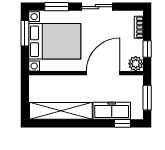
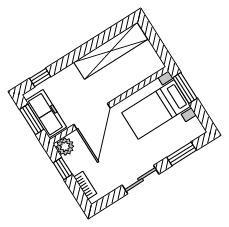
window: (25, 33) -> (185, 88), moved
bed with nightstands: (55, 41) -> (156, 110), width x0.73
freezer: (112, 111) -> (46, 114), moved, turned -90

